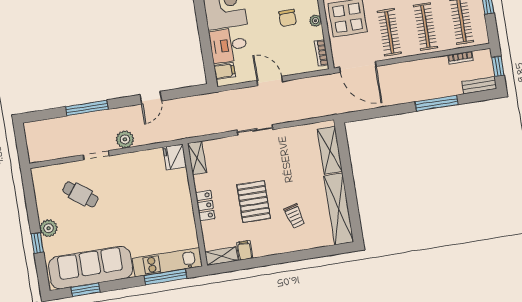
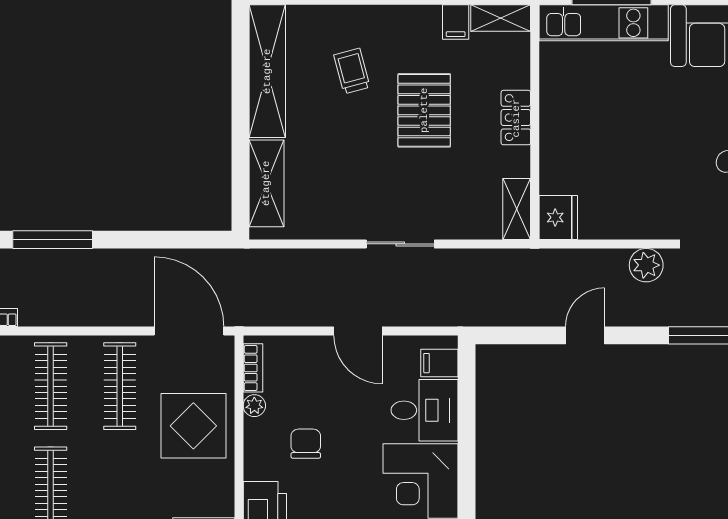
plant: (315, 21) -> (254, 406), moved

